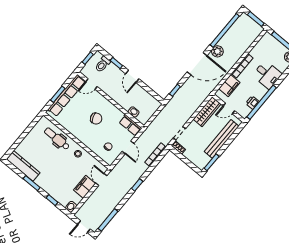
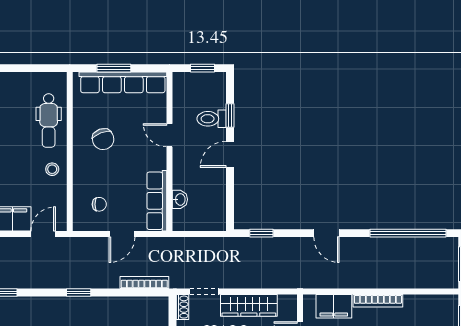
plant: (217, 51) -> (369, 248), removed
toilet: (103, 64) -> (212, 119), moved
door: (197, 64) -> (326, 233), width x0.53
door: (91, 84) -> (170, 135), moved
wardrobe: (207, 112) -> (249, 305), moved
chair: (96, 119) -> (103, 139), moved
row of seats: (130, 125) -> (157, 201), width x1.48
dental chair: (57, 139) -> (49, 121), turned 180

